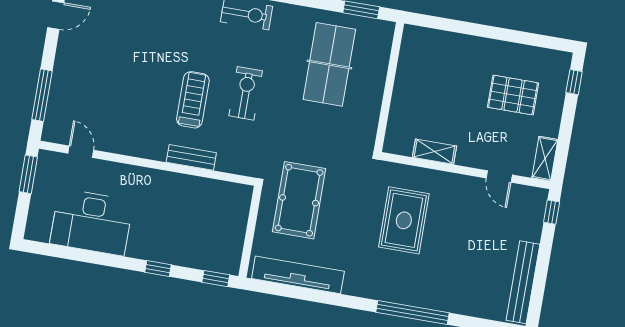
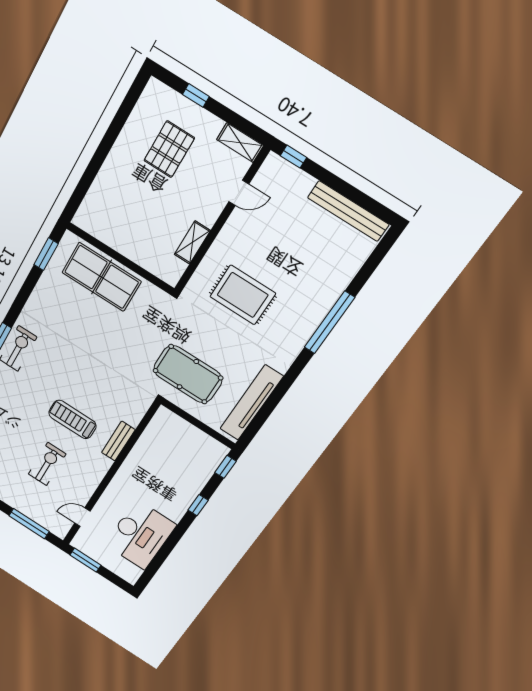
table tennis table: (329, 64) -> (101, 277), moved
window: (574, 82) -> (196, 95), moved
exercise bike: (246, 93) -> (47, 464), moved, turned 90

